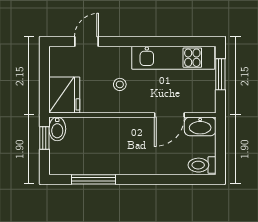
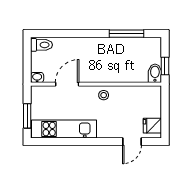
stool: (120, 84) -> (104, 95), moved
fridge: (64, 95) -> (152, 126), moved, width x0.53, depth x0.75
washbasin: (200, 126) -> (37, 77), width x0.52, depth x0.69

